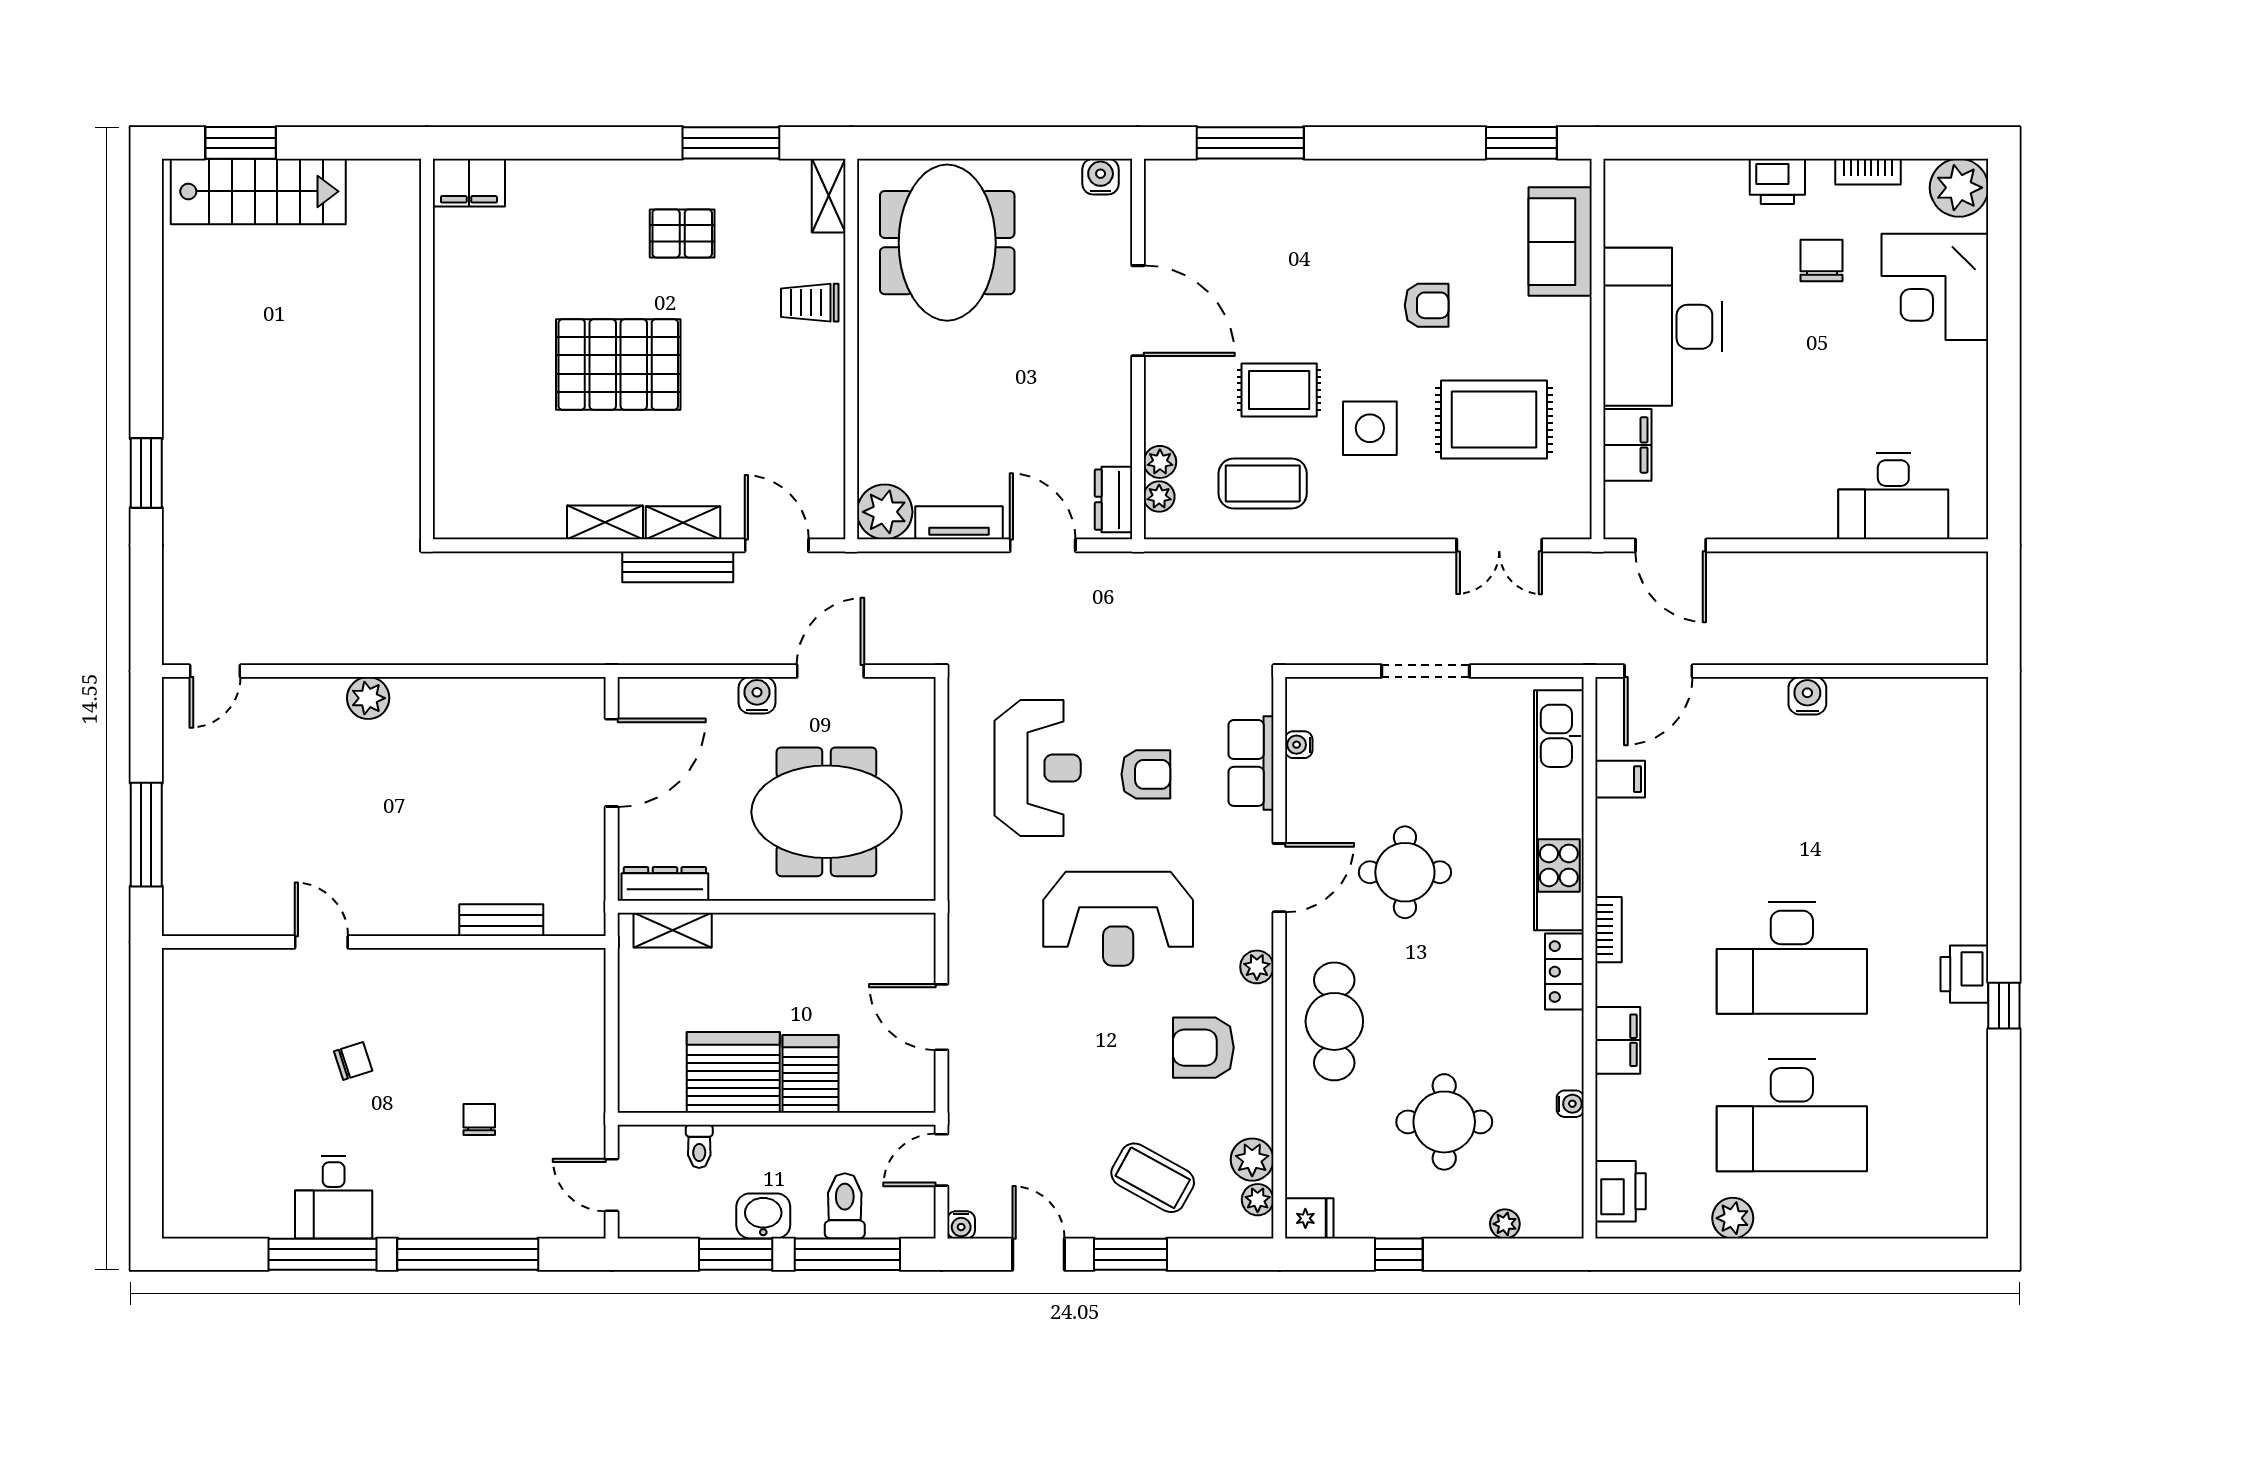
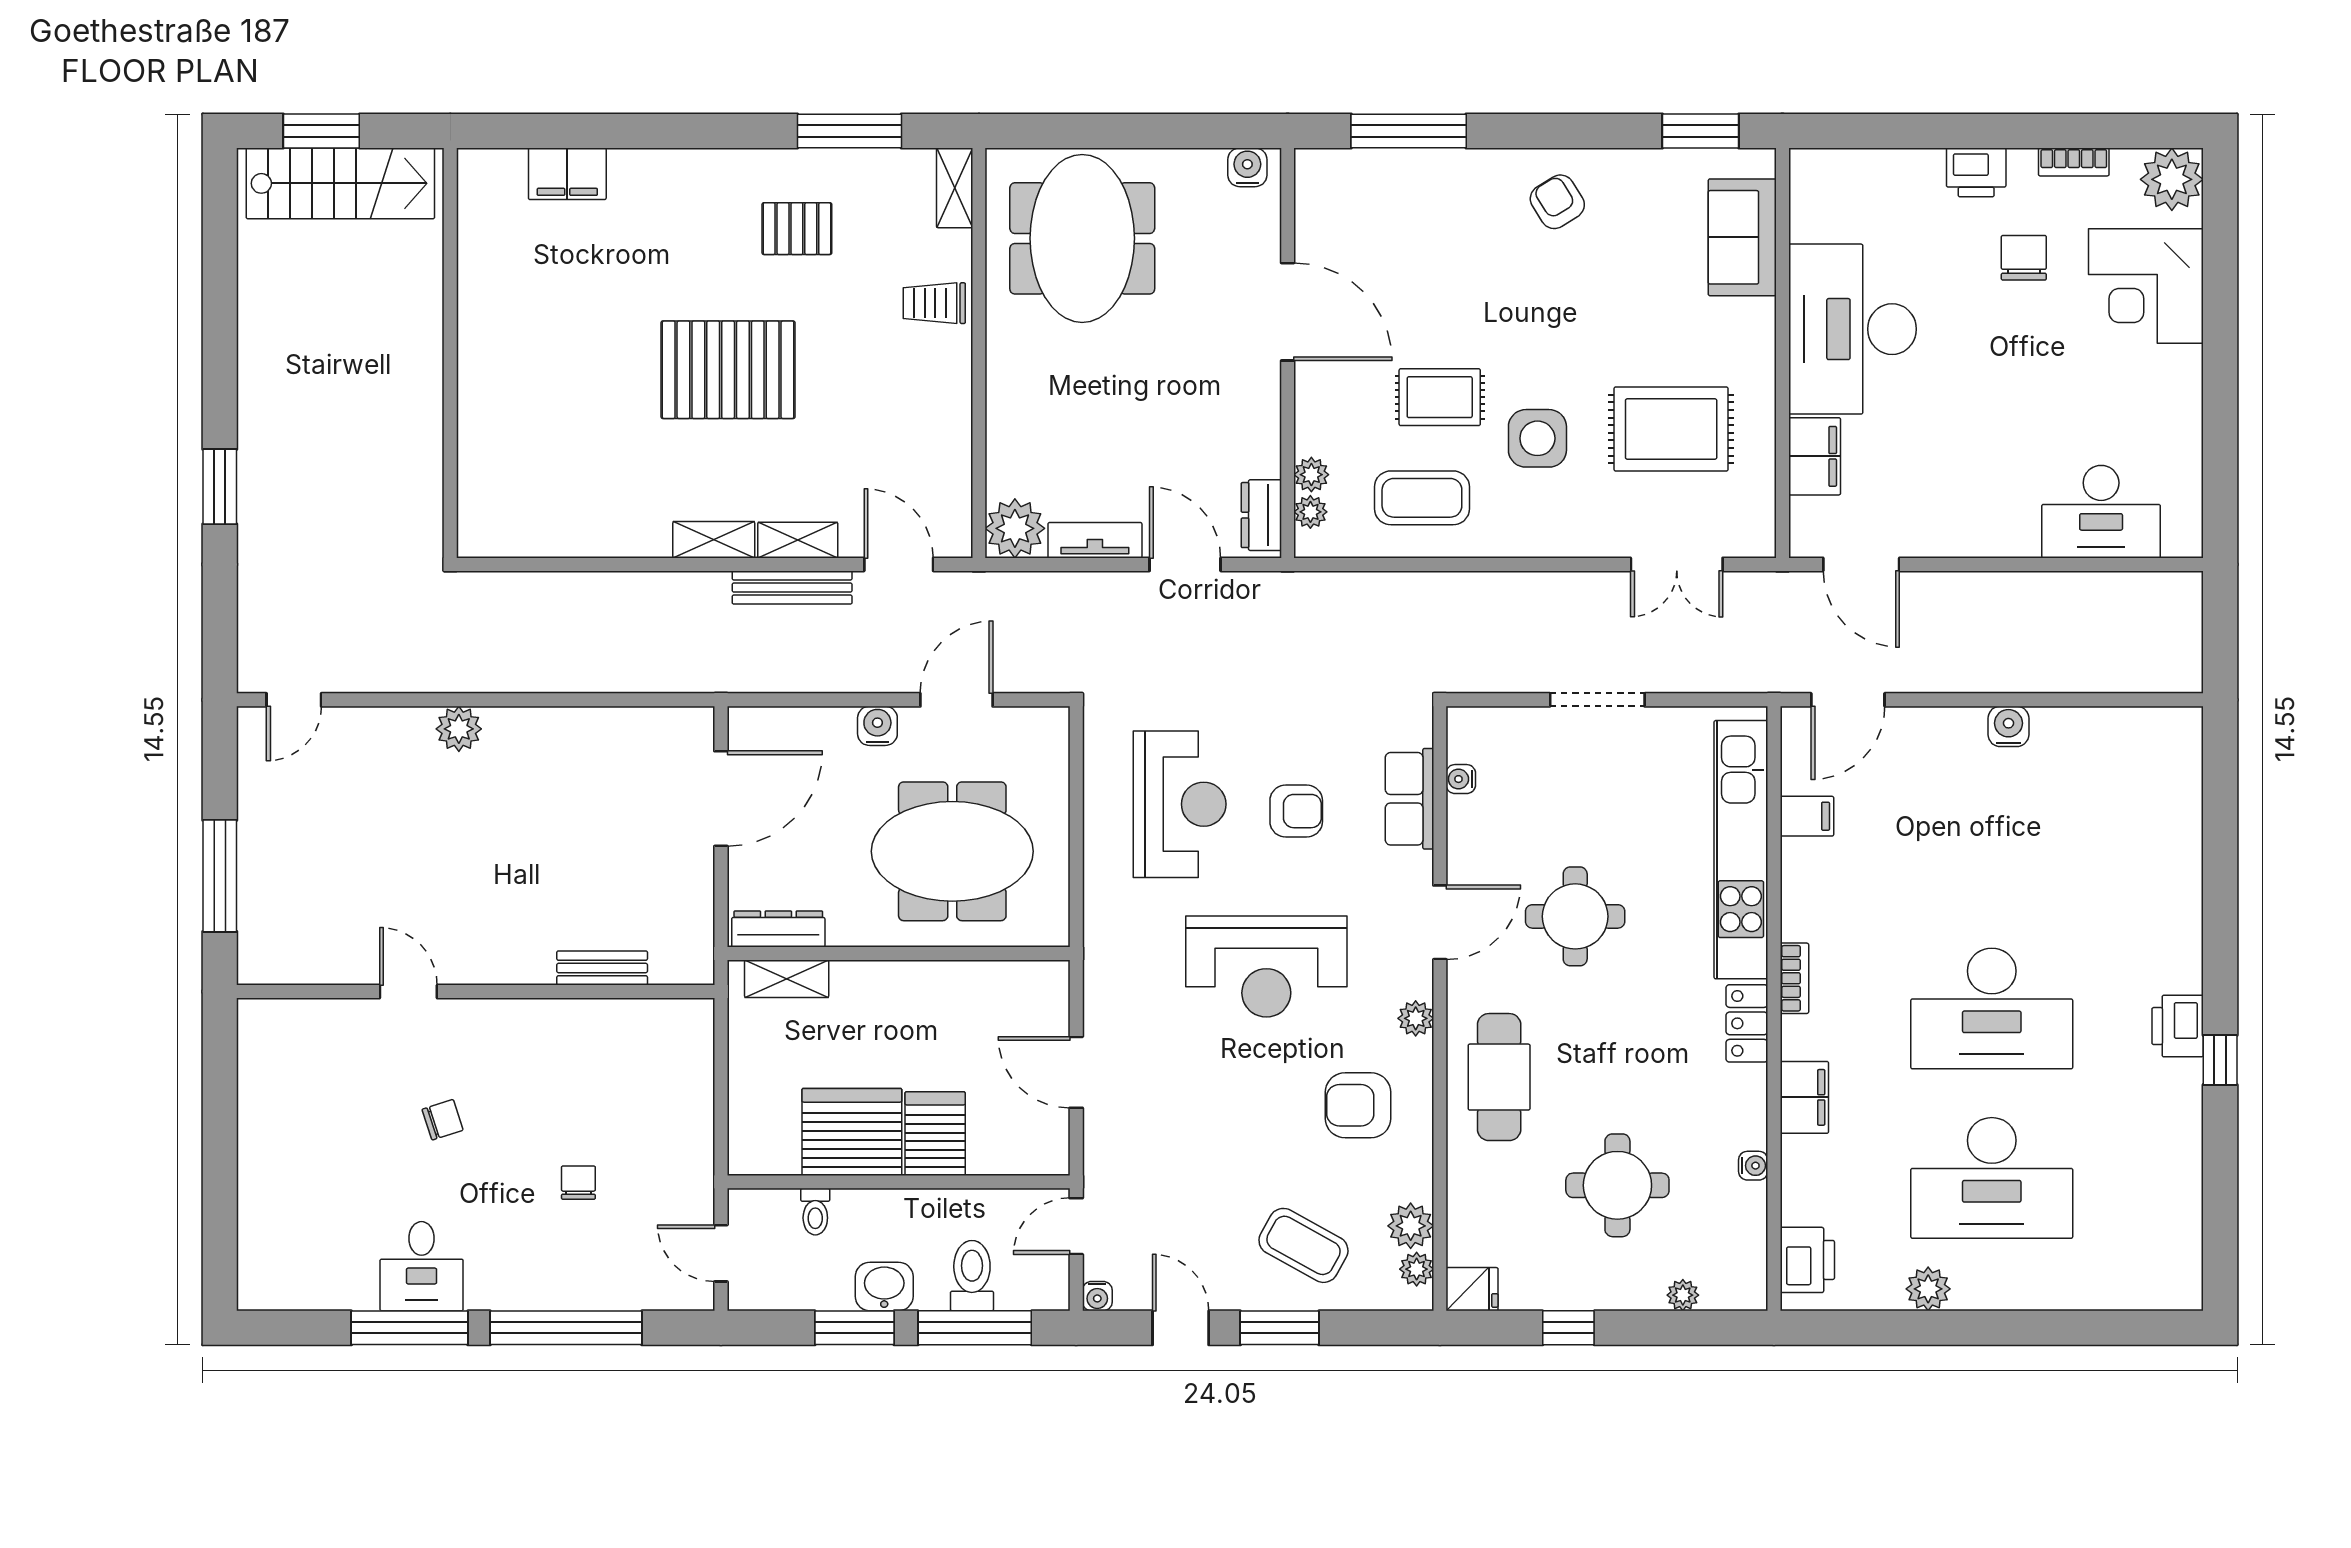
armchair: (1427, 305) -> (1557, 202), moved, turned -122
wall: (427, 349) -> (450, 353), moved

